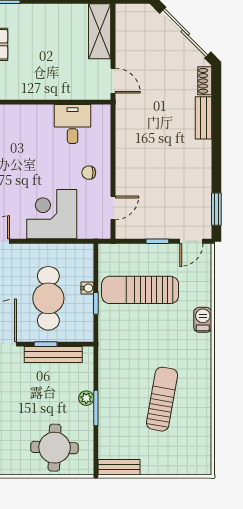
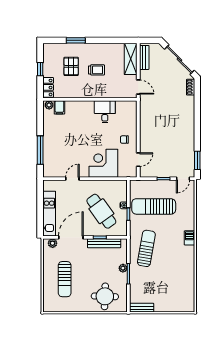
trolley: (40, 51) -> (96, 70), added
bench: (204, 118) -> (144, 57), moved
desk: (73, 124) -> (105, 112), moved
cafe table: (48, 298) -> (101, 211), turned -36
barbecue: (203, 320) -> (189, 238), moved
sun lounger: (162, 399) -> (146, 248), moved

